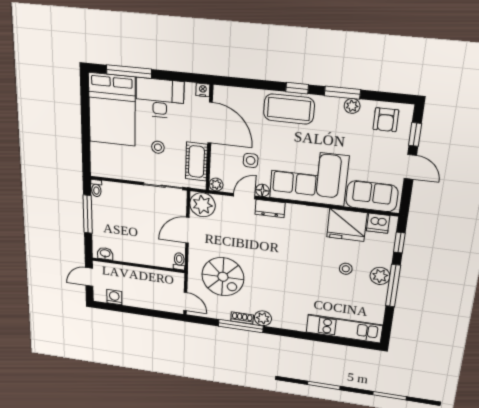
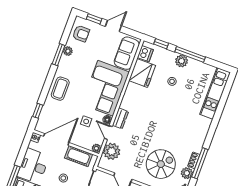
window: (297, 88) -> (38, 111), moved
coffee table: (289, 109) -> (60, 89), width x0.73, depth x0.76
plant: (202, 205) -> (112, 151), moved
plant: (263, 318) -> (187, 173), moved

